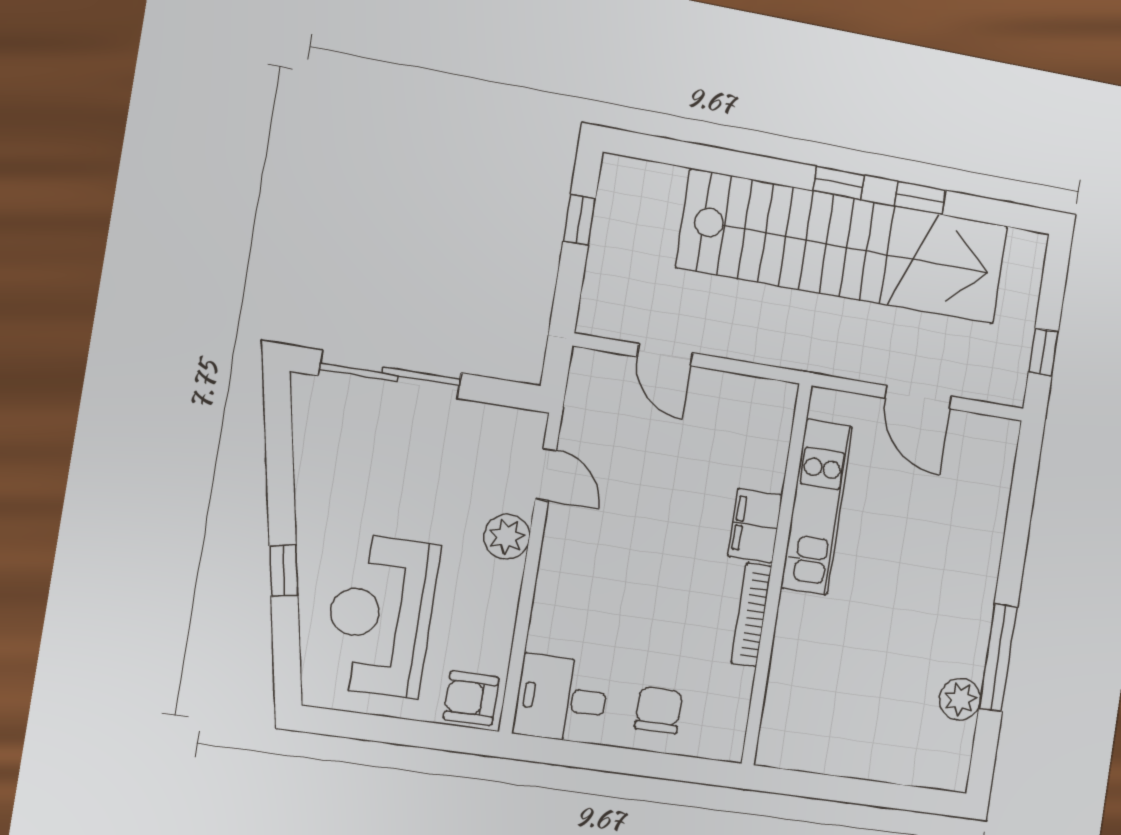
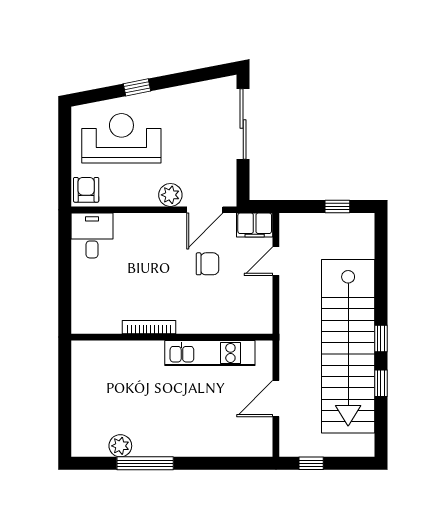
door: (546, 475) -> (205, 210), width x1.38
filing cabinet: (755, 525) -> (255, 225), moved, turned 180
chair: (659, 710) -> (207, 264), moved

